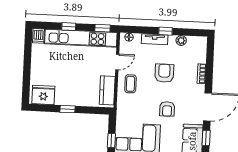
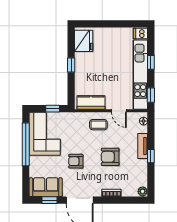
plant: (181, 41) -> (143, 191), moved
armchair: (164, 73) -> (110, 157), turned 180
window: (111, 141) -> (53, 109), moved

